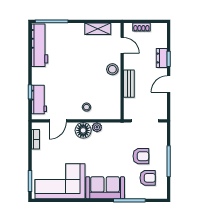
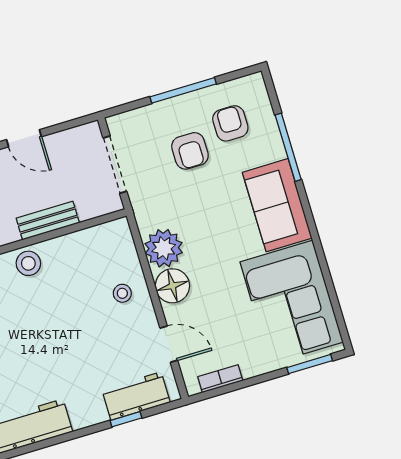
plant: (97, 127) -> (164, 248), width x1.88, depth x1.88
armchair: (141, 156) -> (190, 151), turned 180

